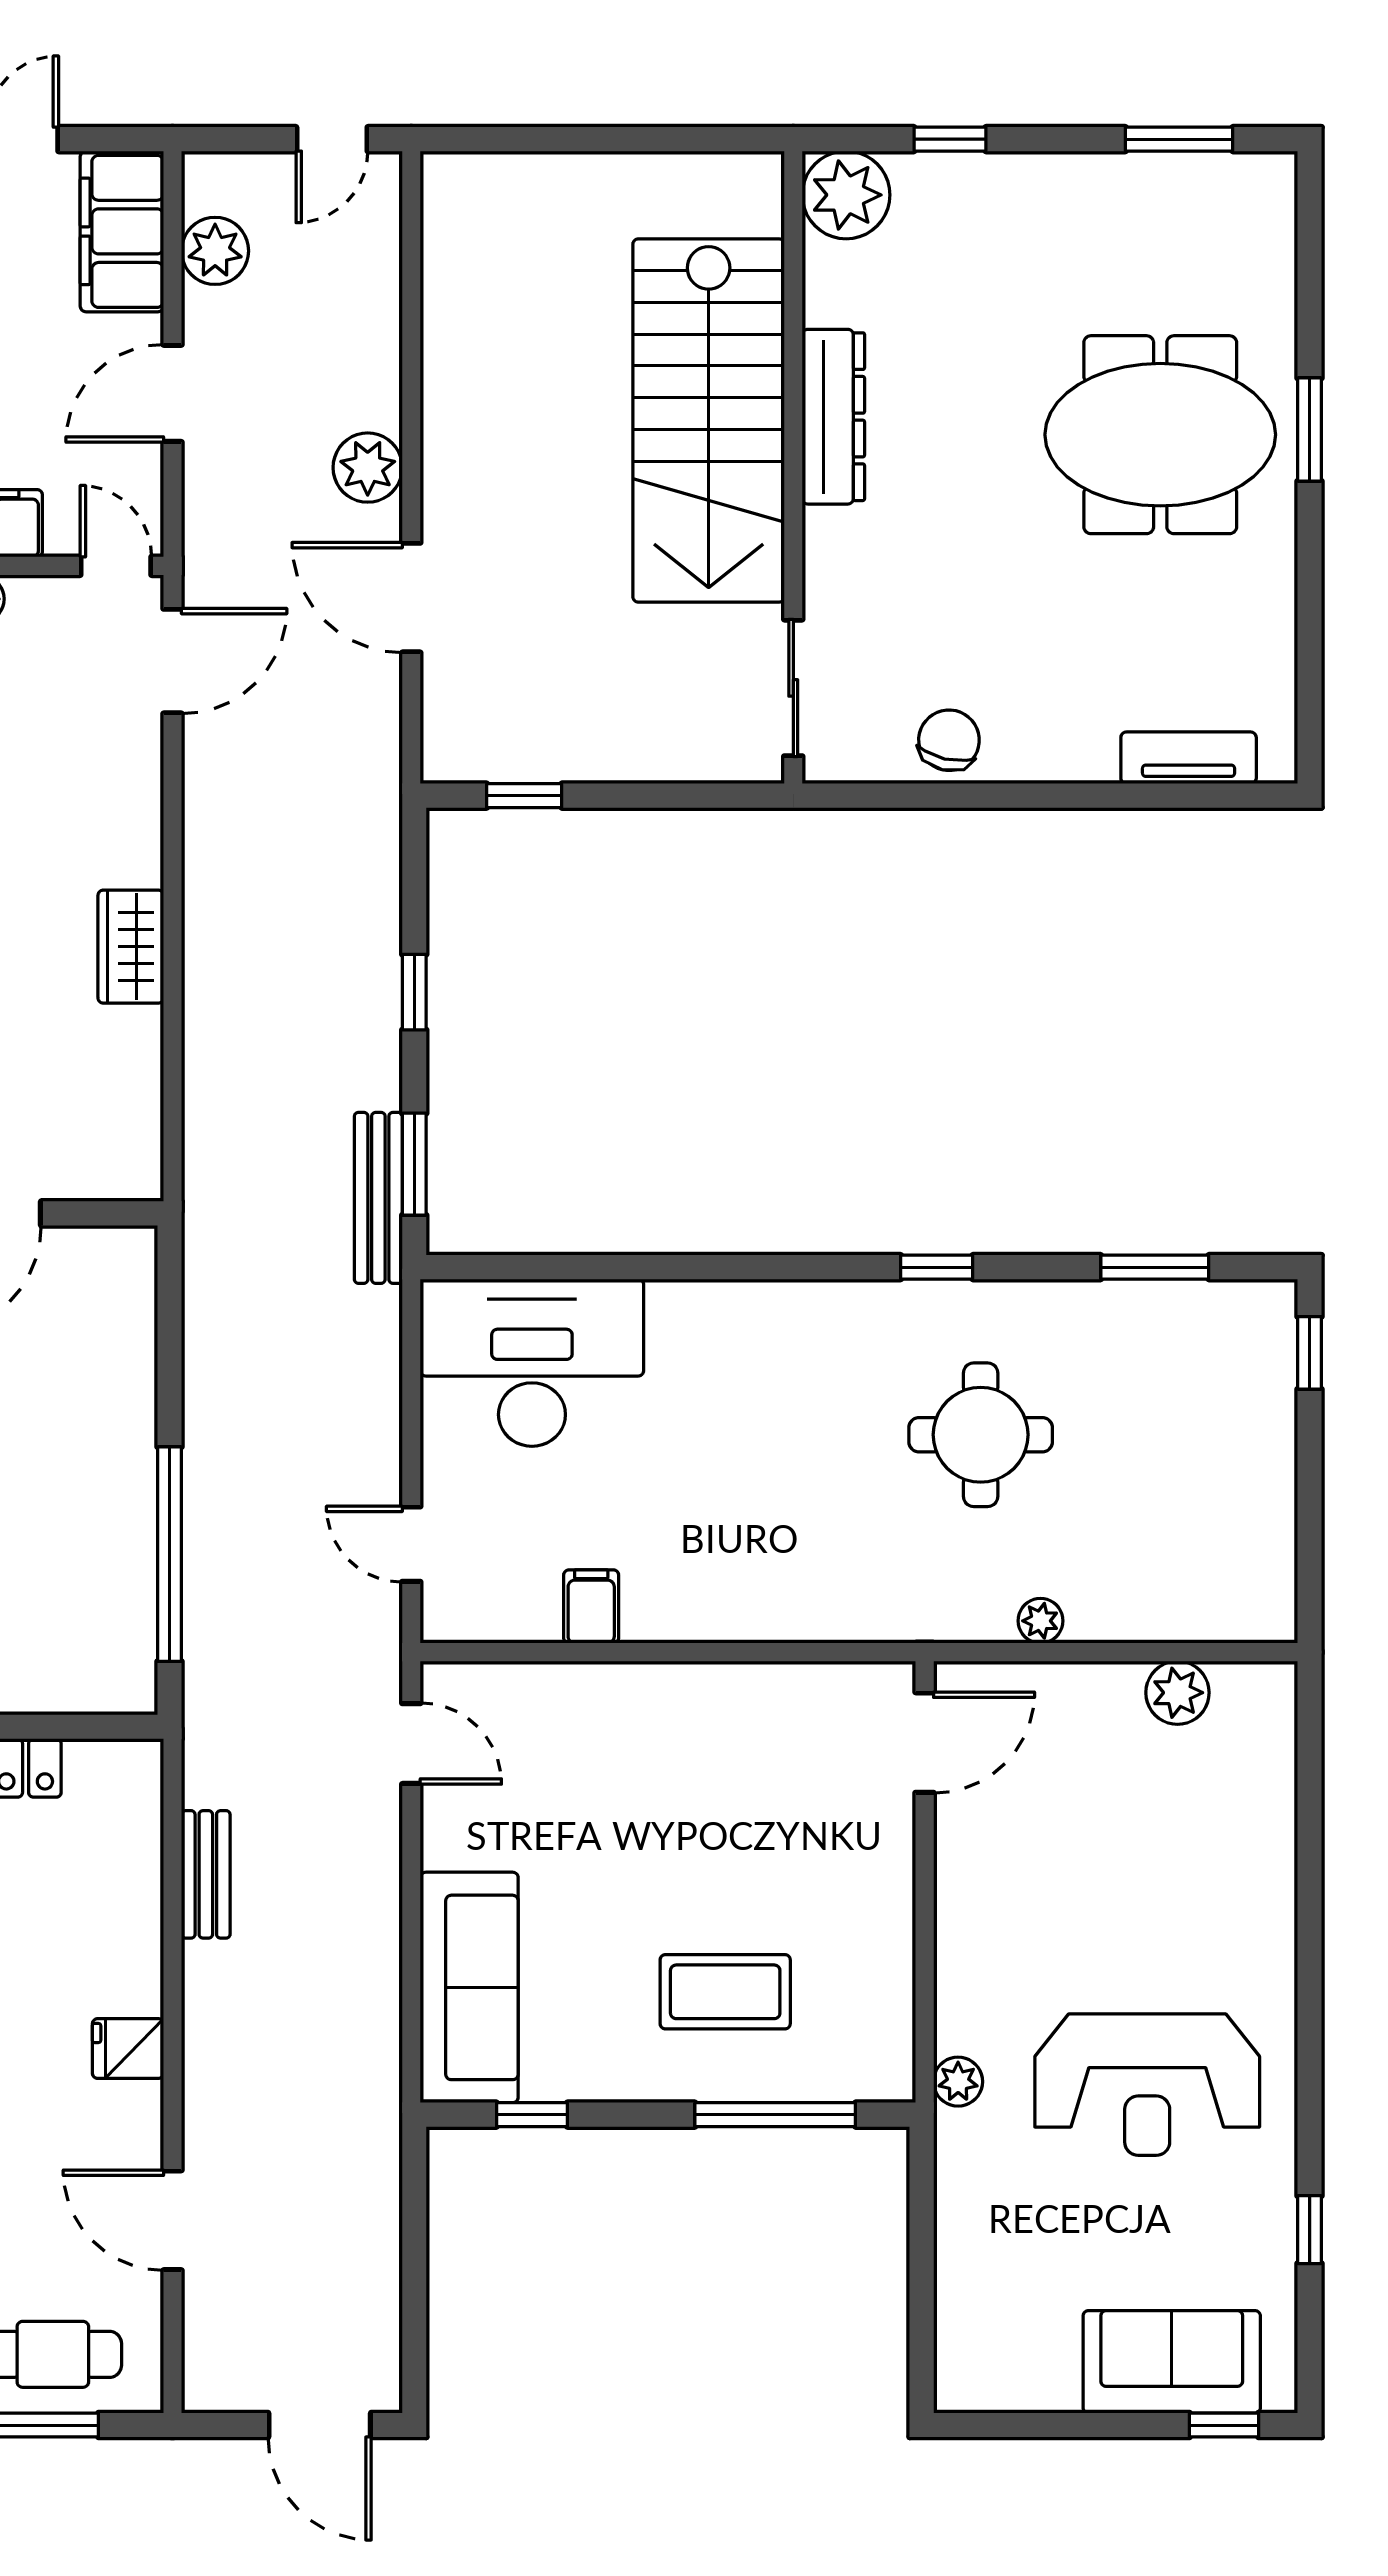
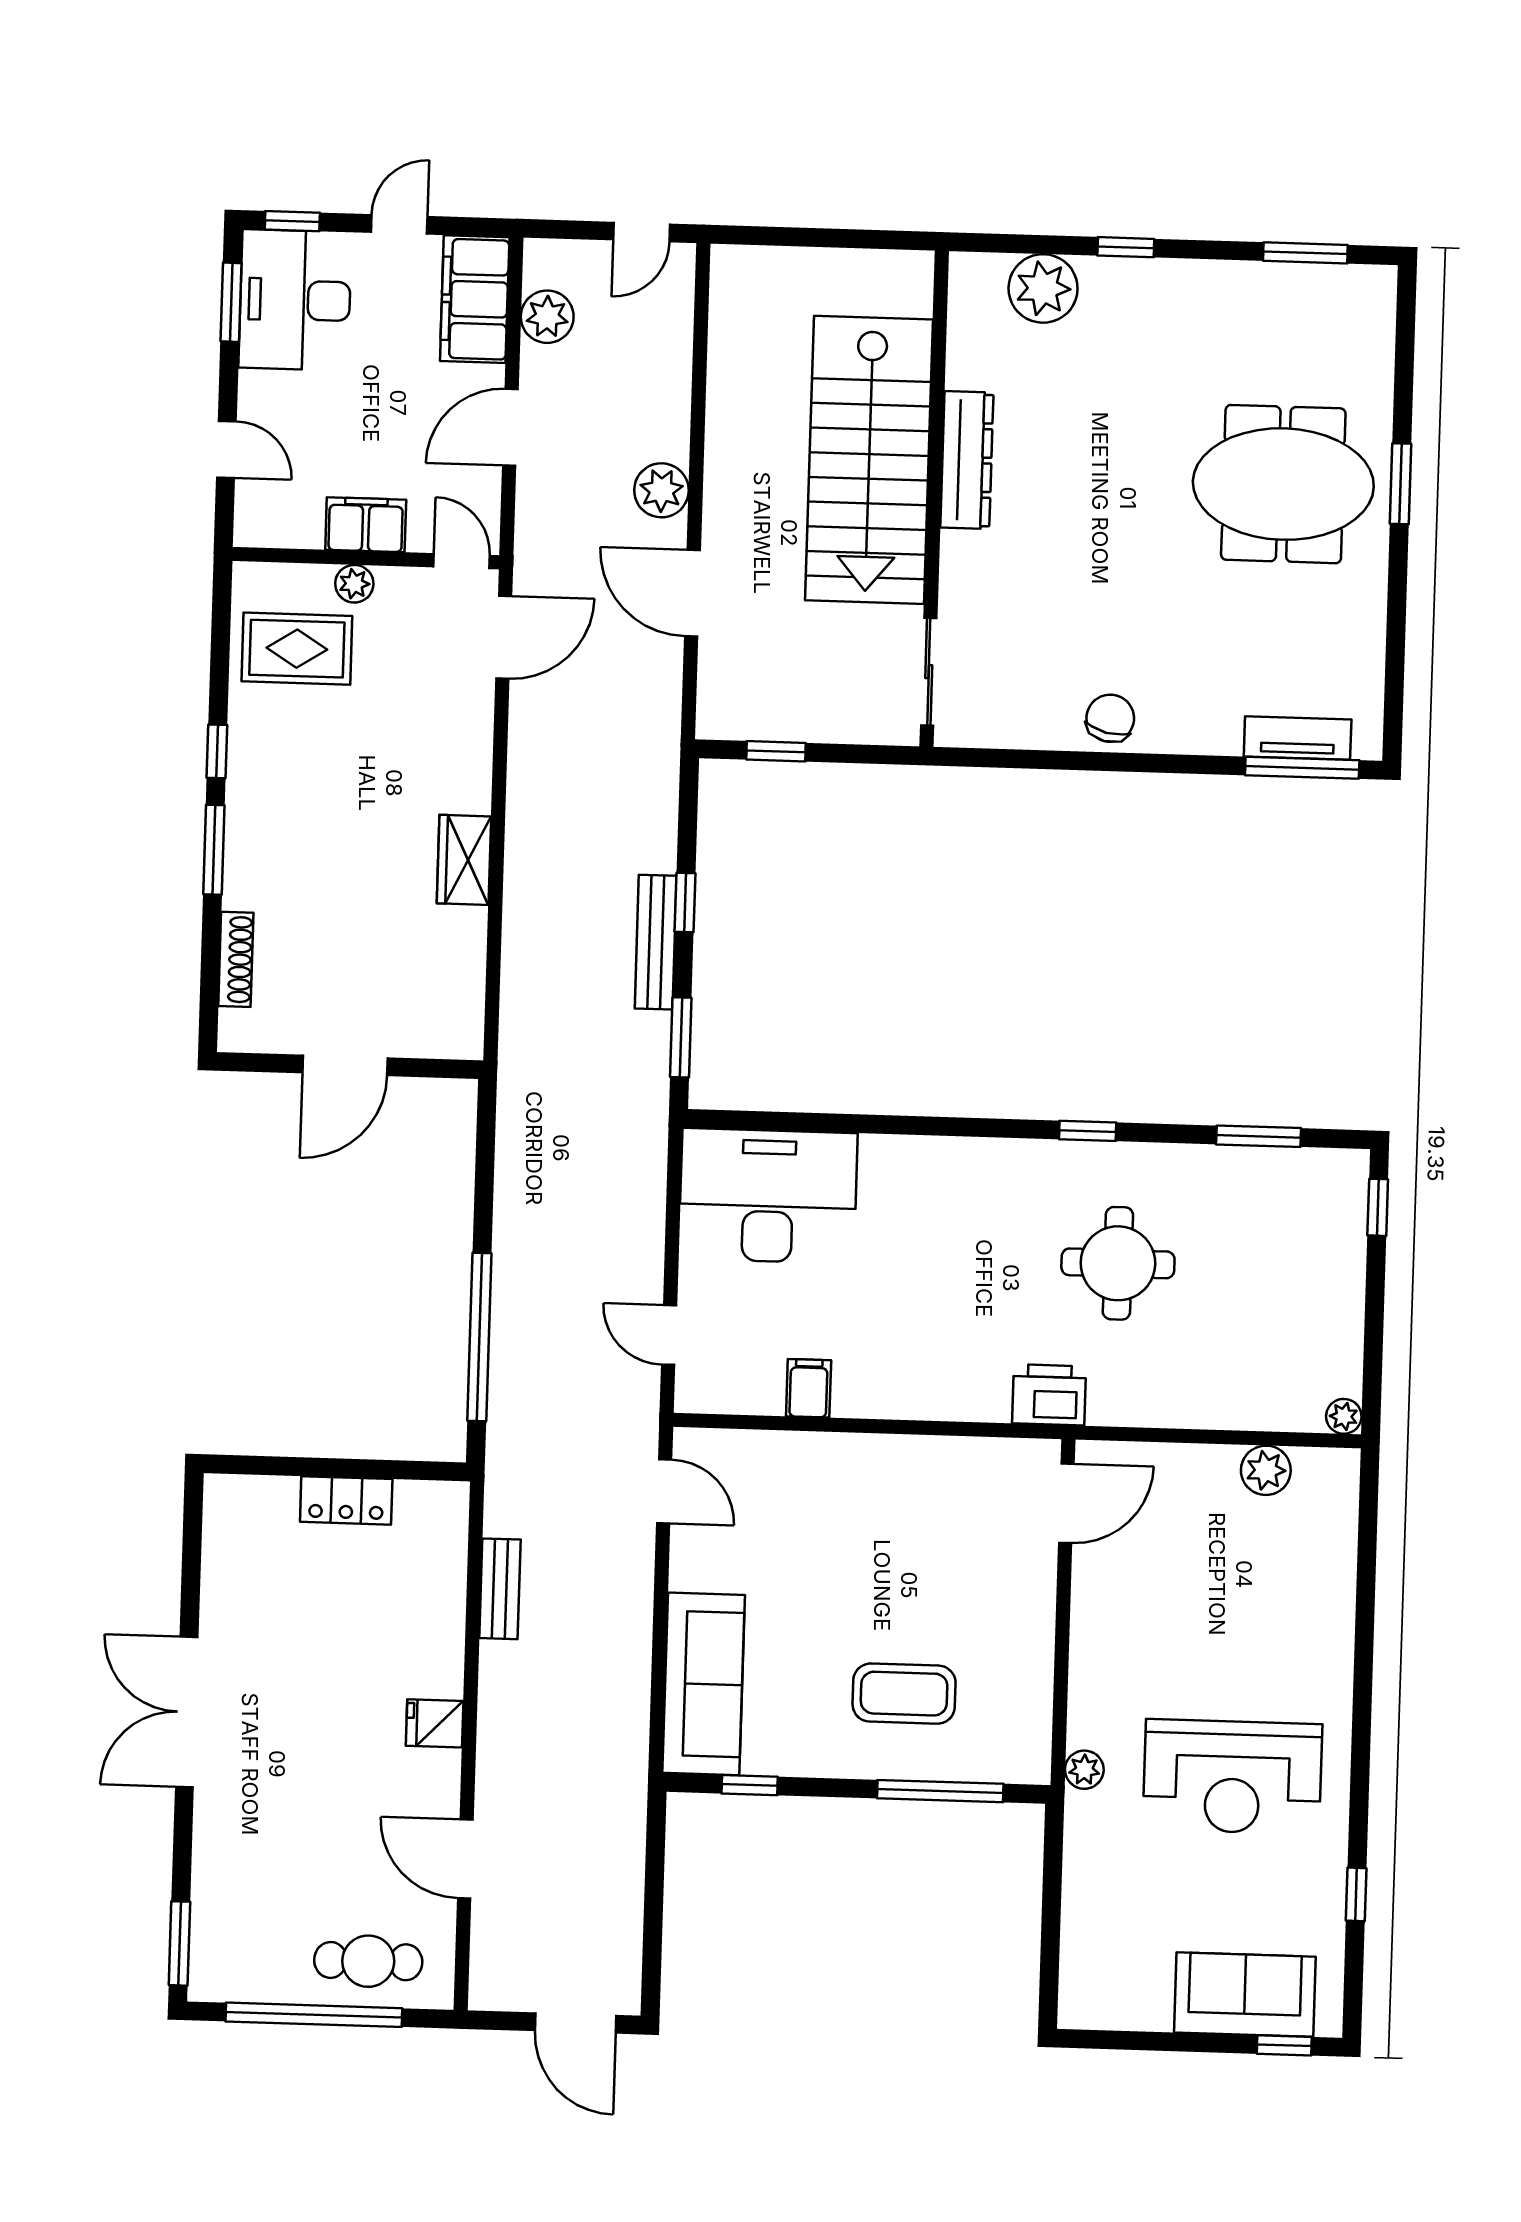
dresser: (833, 417) -> (967, 460), moved
stairs: (709, 420) -> (869, 460), moved
wall: (793, 467) -> (934, 499), moved
sliding door: (793, 688) -> (929, 672), moved
window: (1196, 796) -> (1302, 768), added
bench: (378, 1198) -> (656, 942), moved
printer: (898, 1605) -> (1049, 1395), added
plant: (1040, 1621) -> (1344, 1416), moved

